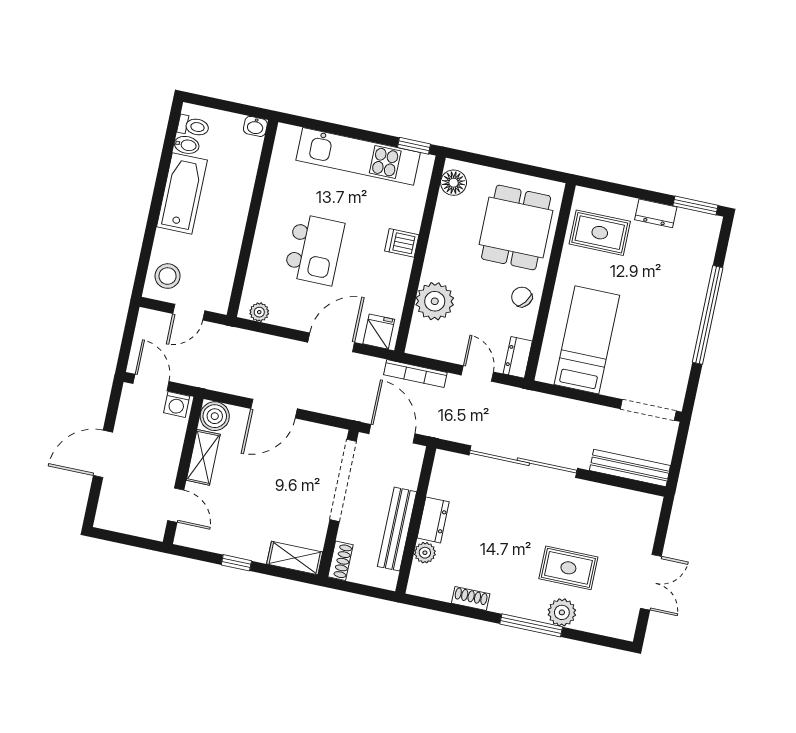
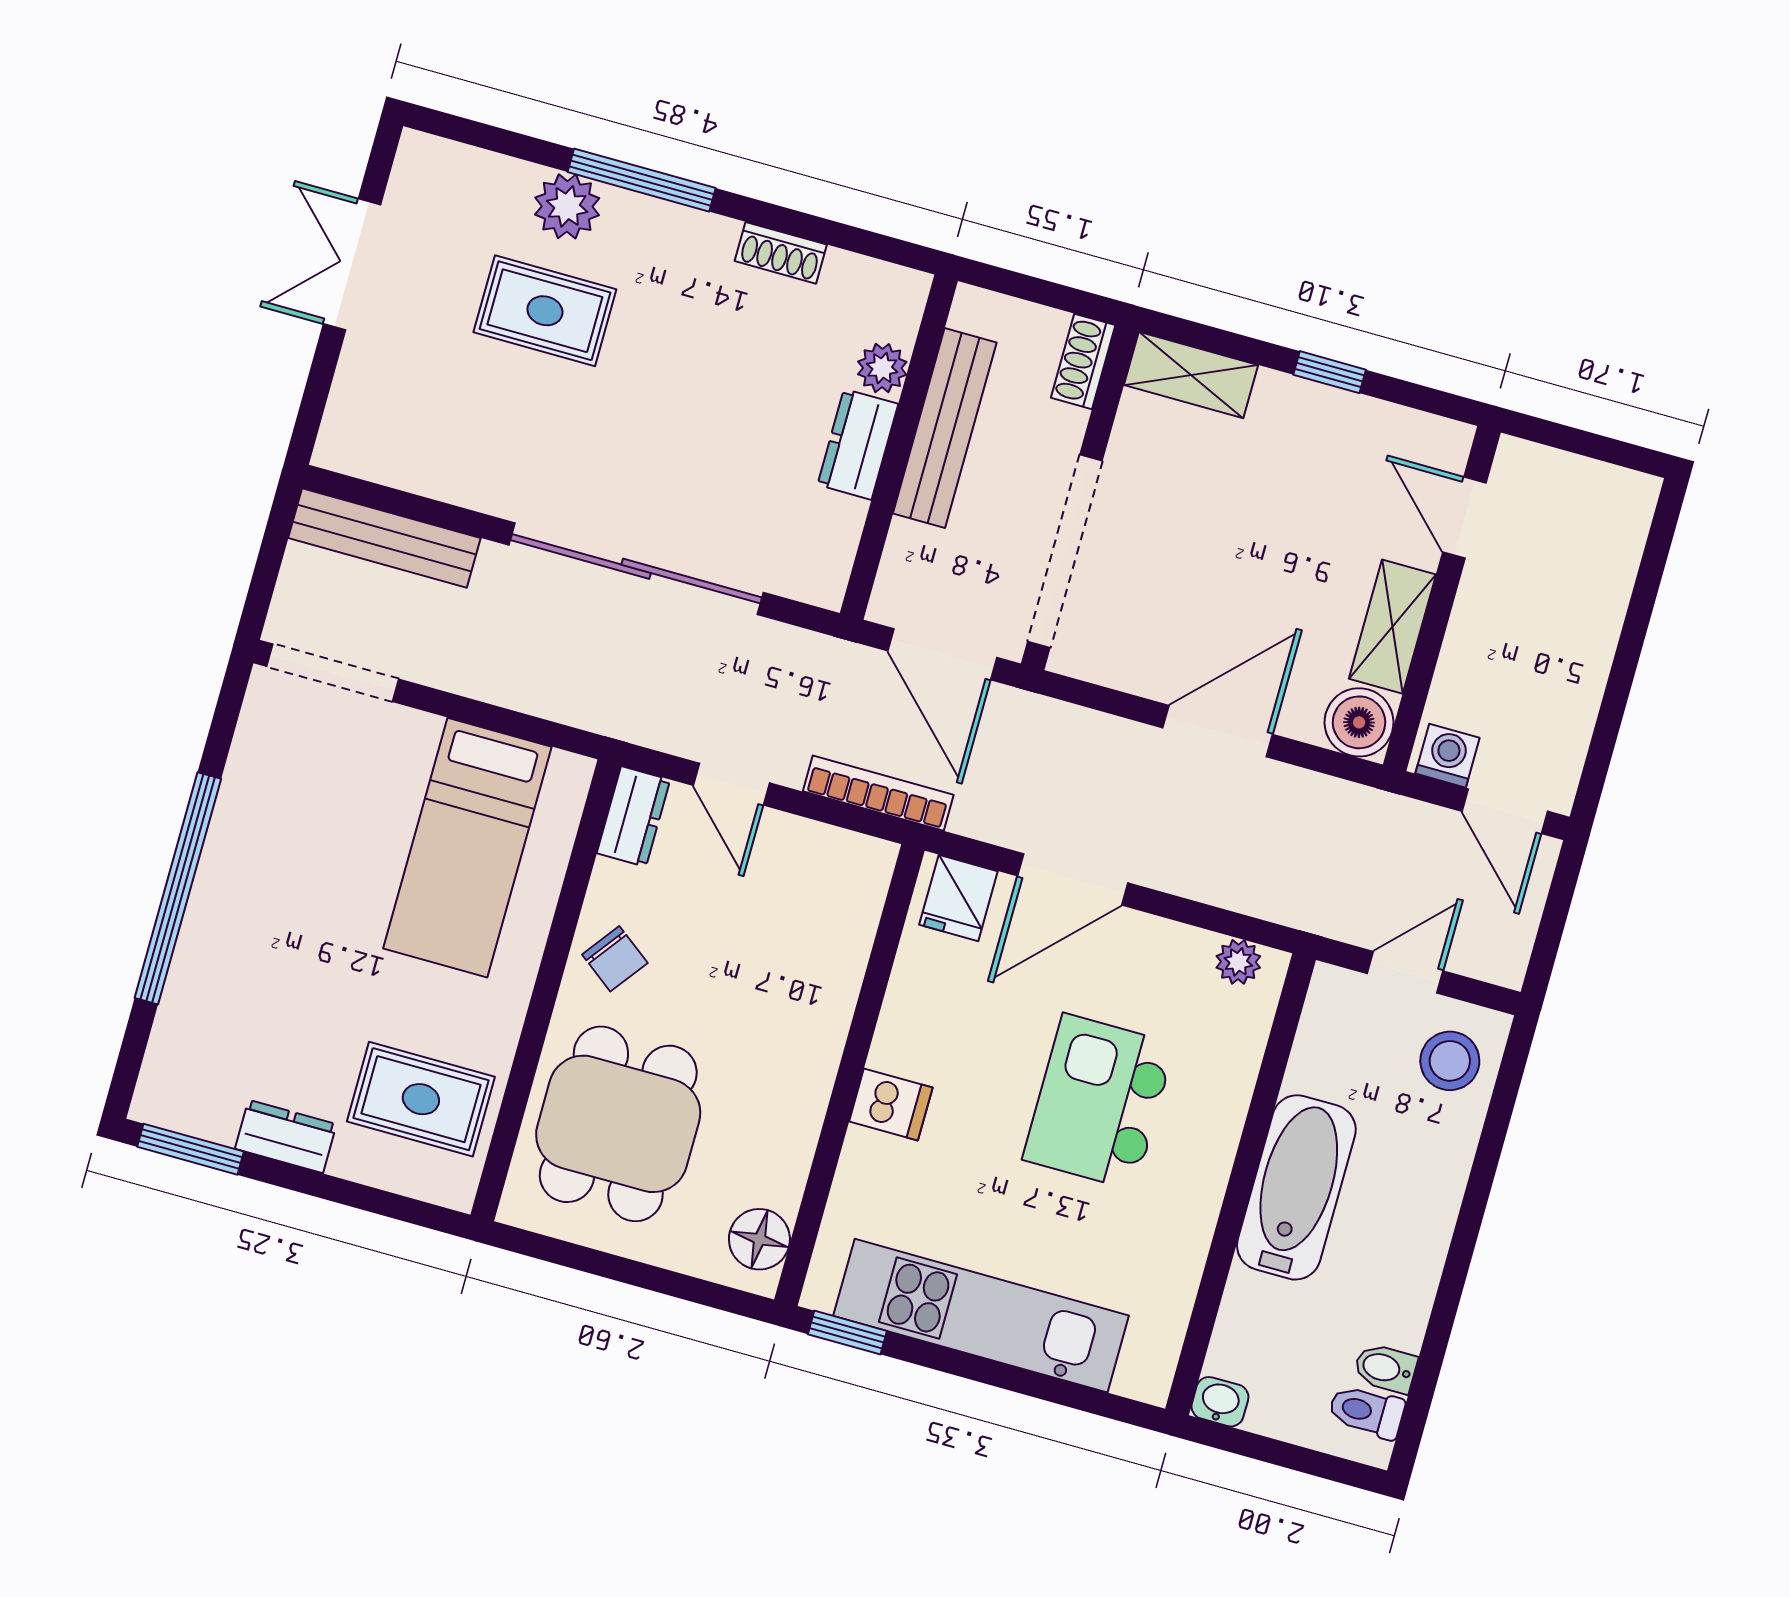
bathtub: (182, 193) -> (1296, 1187), moved, turned 180
plant: (435, 301) -> (821, 961), removed
door: (103, 454) -> (1629, 650), removed

